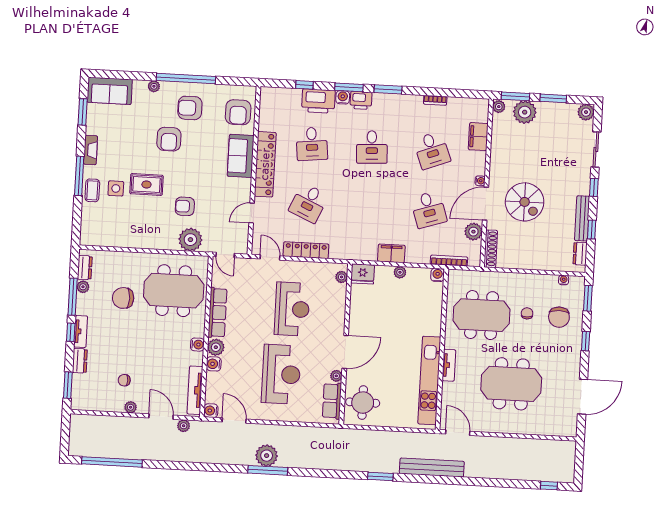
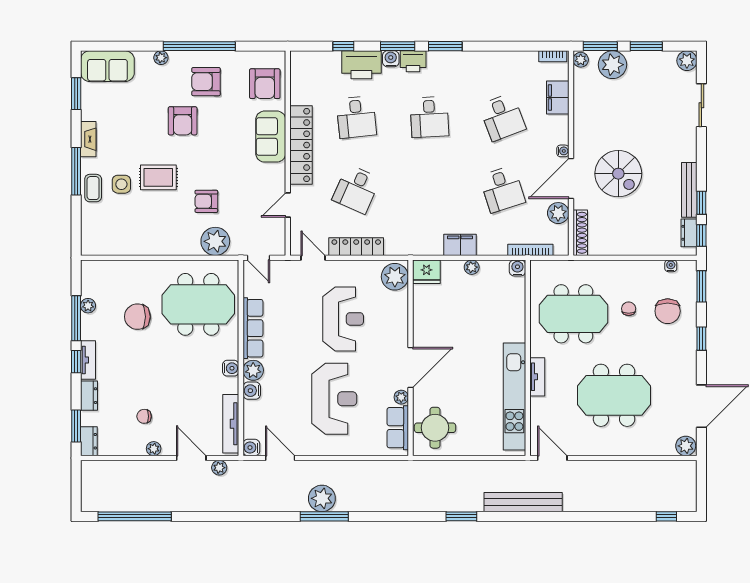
bookcase: (435, 100) -> (553, 56), moved
window: (594, 187) -> (701, 236), moved
dresser: (85, 268) -> (89, 441), moved
plant: (342, 277) -> (395, 277), width x1.88, depth x1.88
plant: (568, 429) -> (686, 446), added

